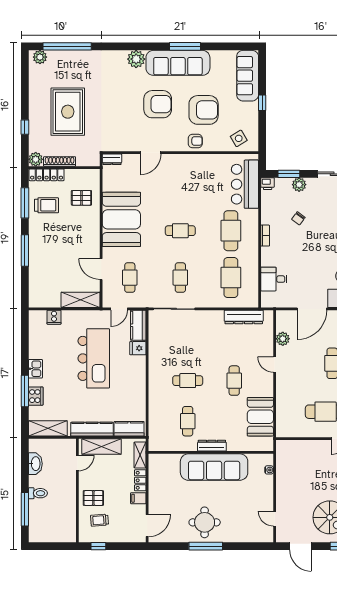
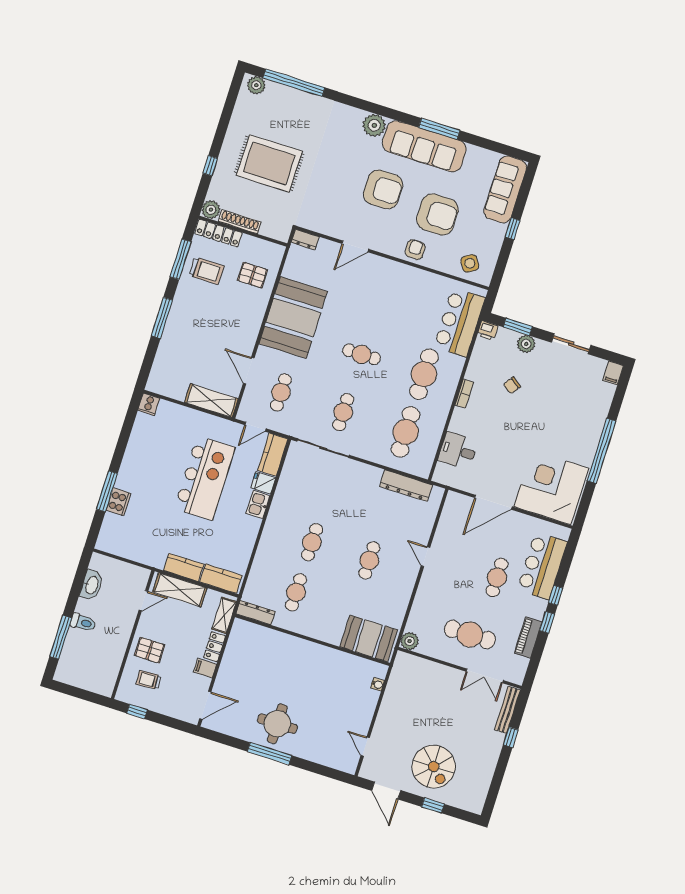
rug: (68, 112) -> (269, 163), turned 90
armchair: (195, 141) -> (415, 250), turned -90
cooker: (54, 317) -> (149, 404), moved
plant: (283, 339) -> (410, 641), moved
kitchen sink: (35, 369) -> (258, 505), moved, turned 180
cafe table: (188, 381) -> (312, 542), turned 90
booth: (260, 417) -> (369, 638), moved, turned 90
shelving: (48, 428) -> (121, 547), removed
kitchen counter: (92, 429) -> (184, 567), width x0.67
dresser: (212, 446) -> (256, 613), moved
sofa: (214, 467) -> (311, 659), removed

